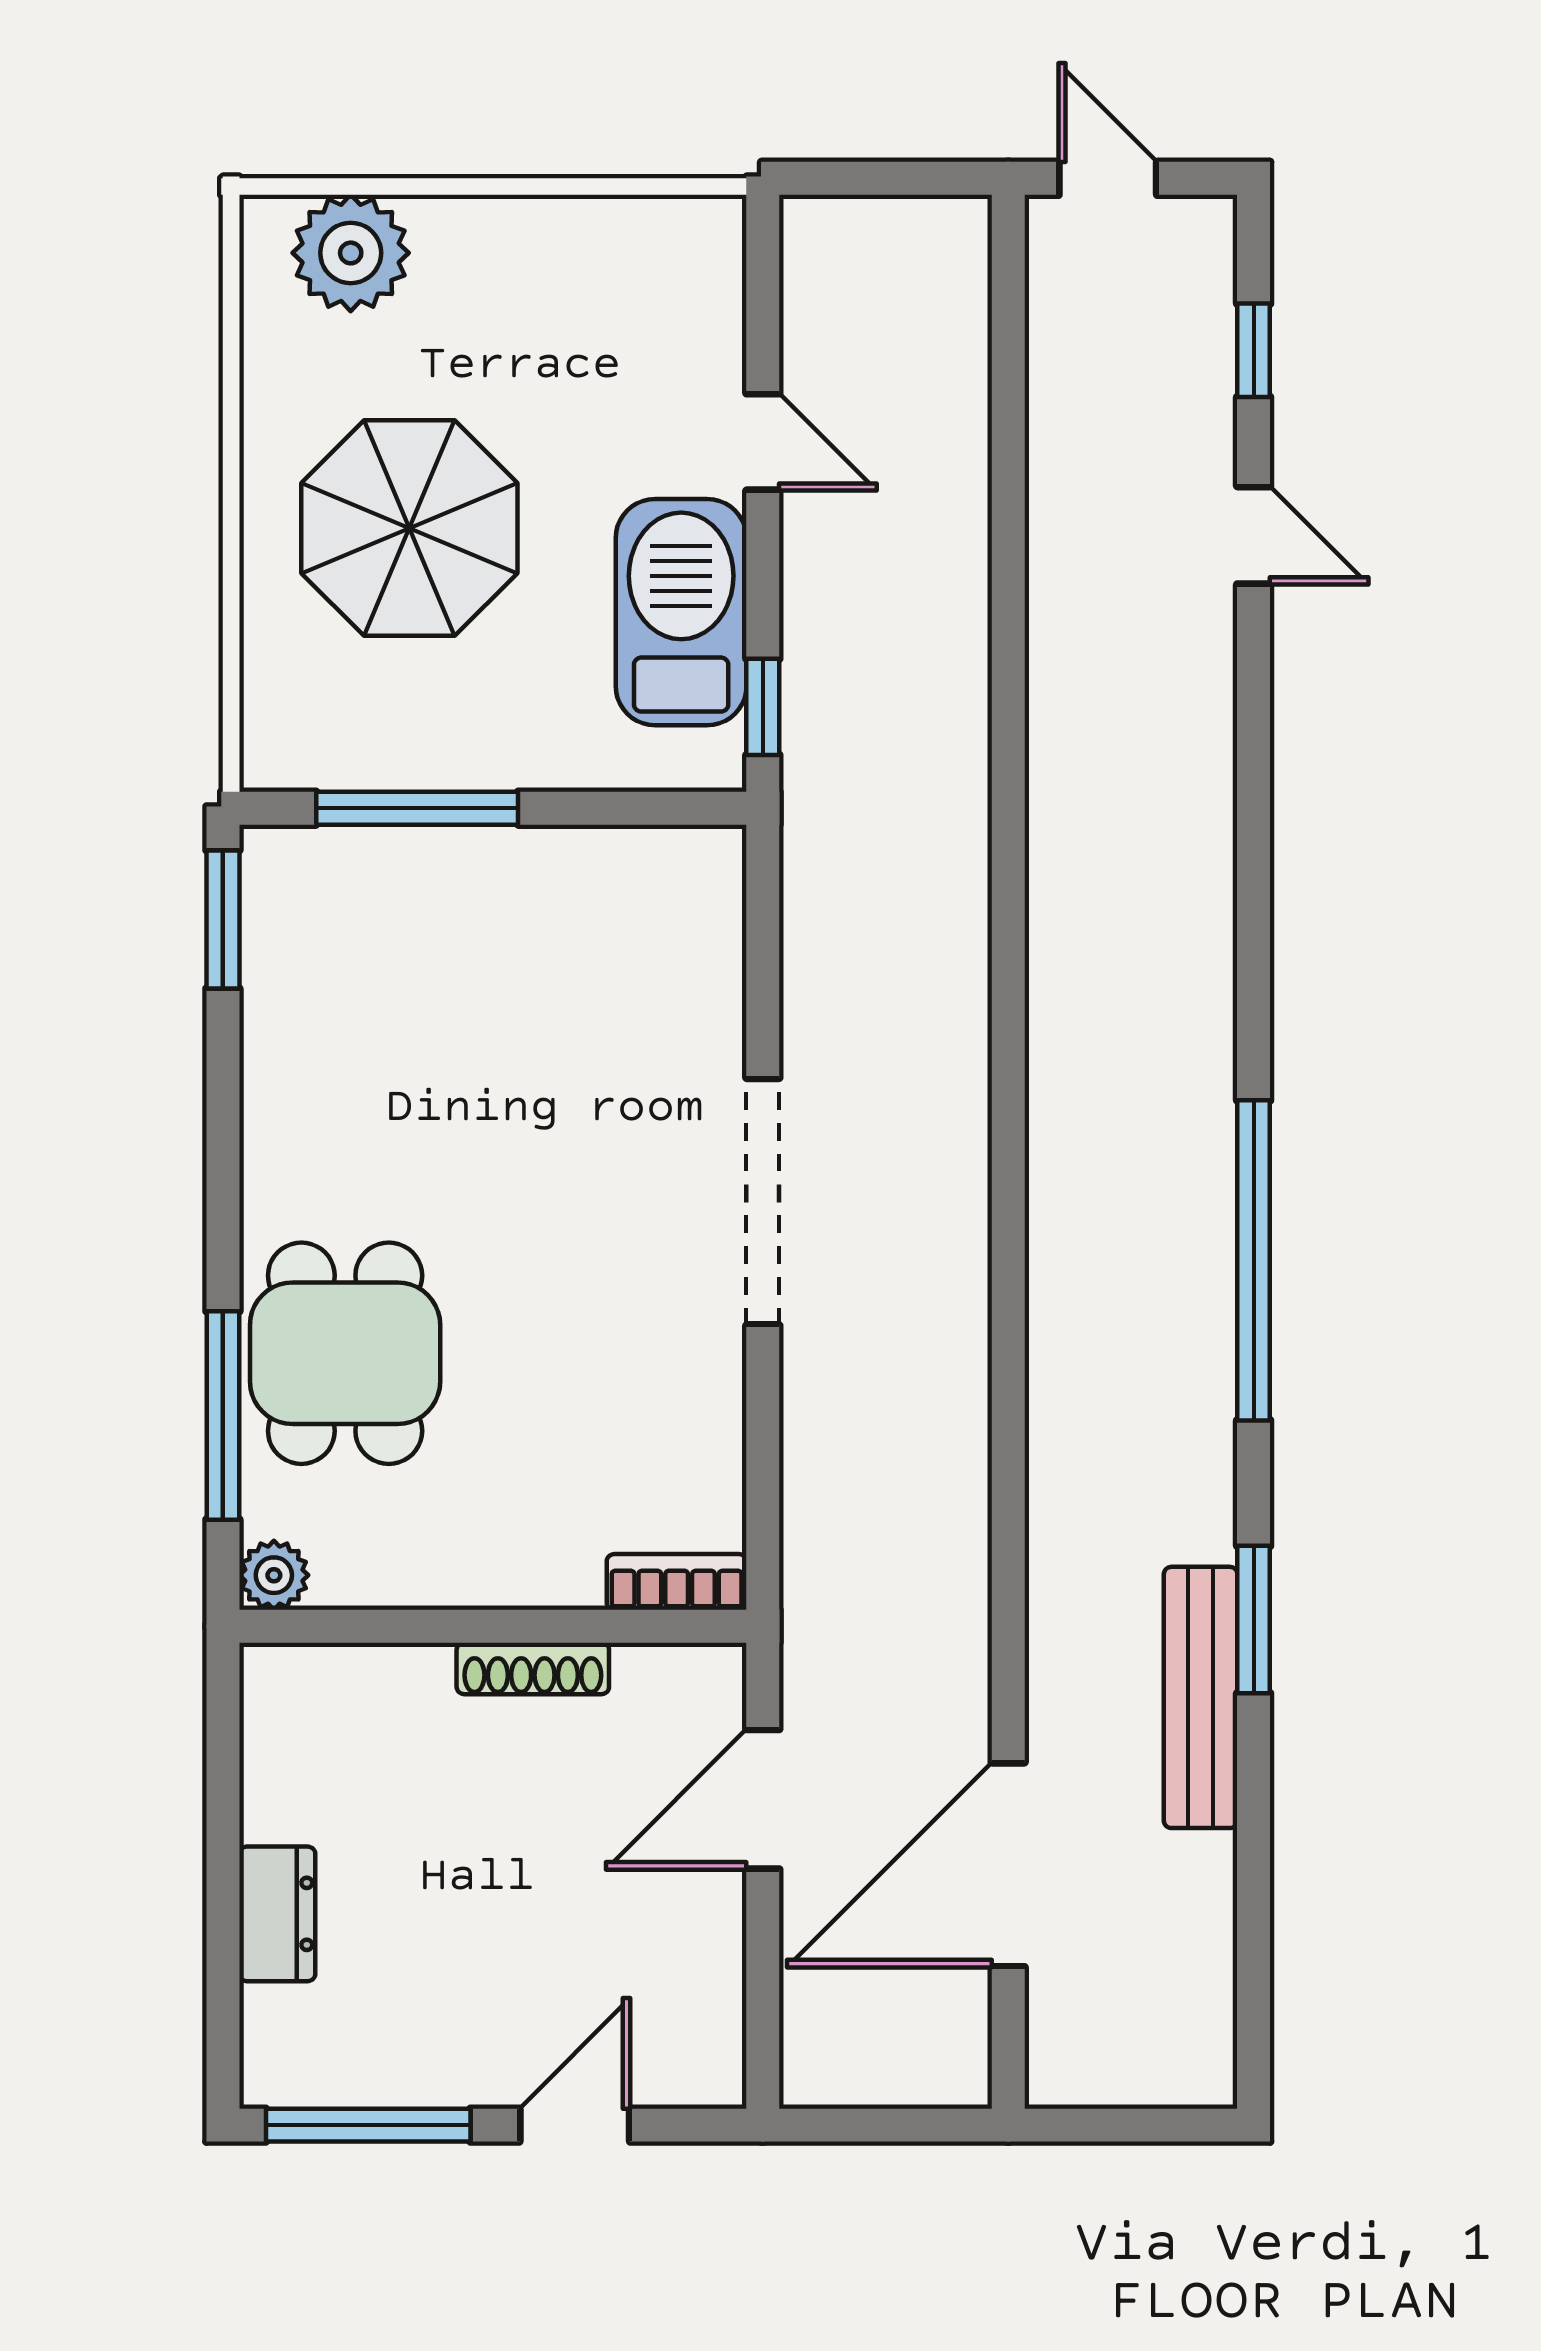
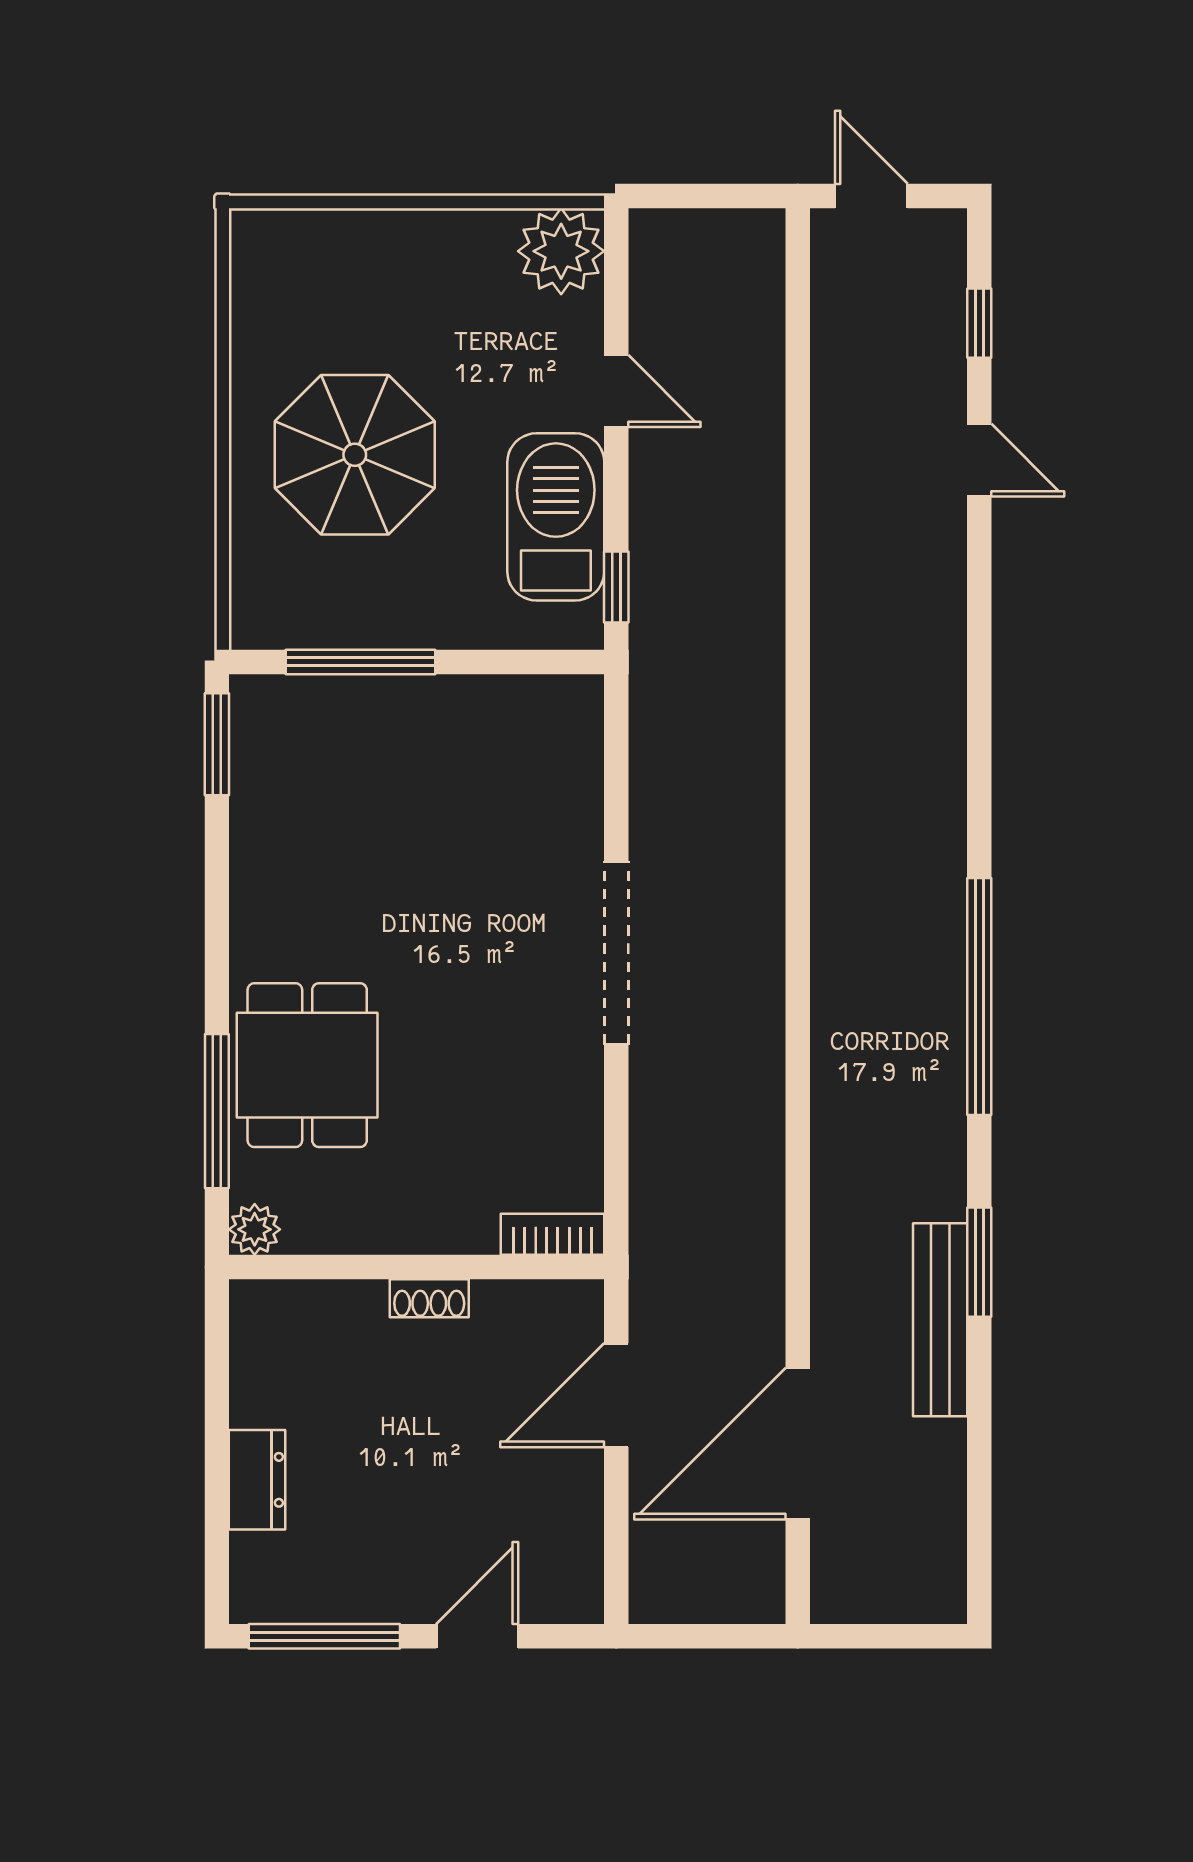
plant: (351, 253) -> (561, 251), moved
shoe rack: (533, 1668) -> (429, 1298), width x0.70

